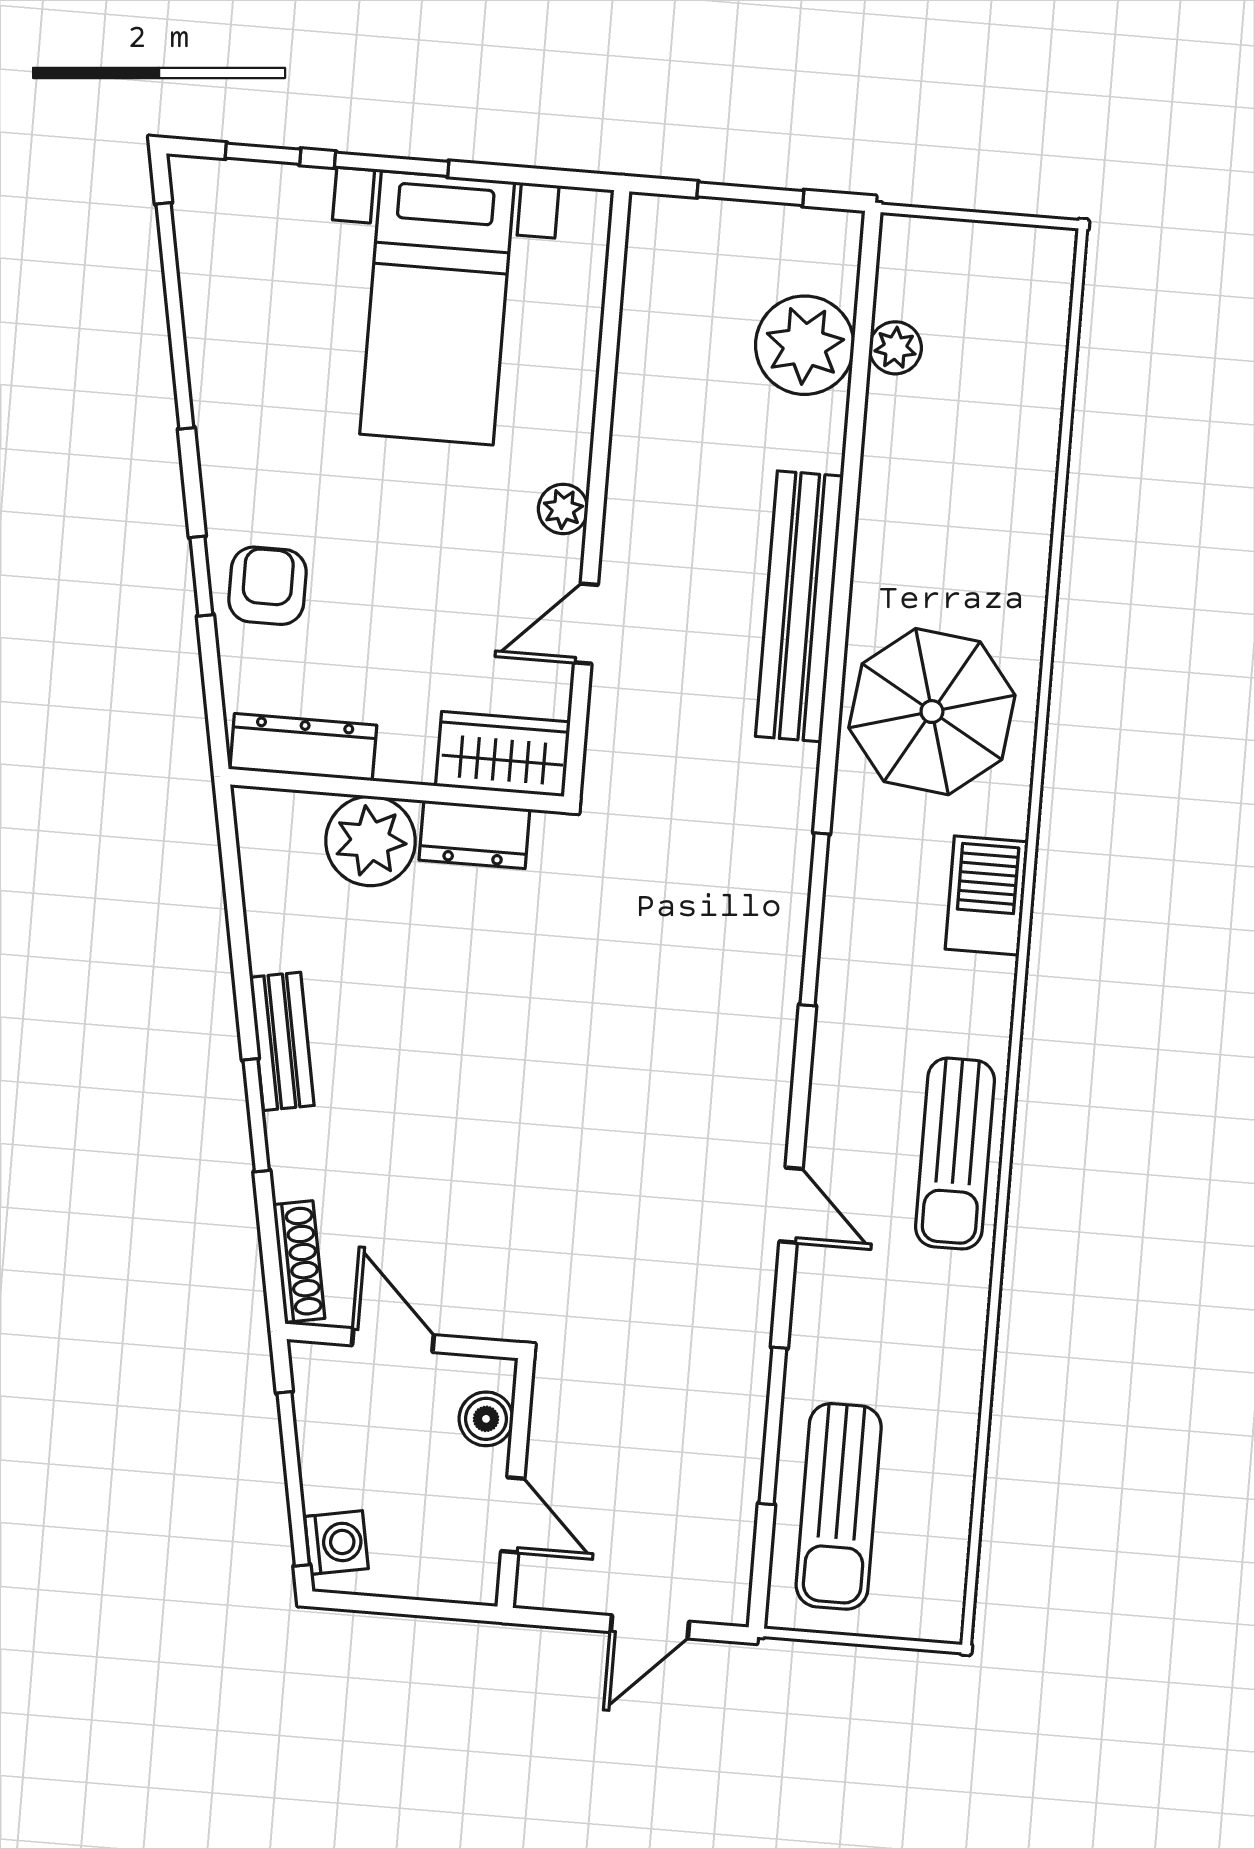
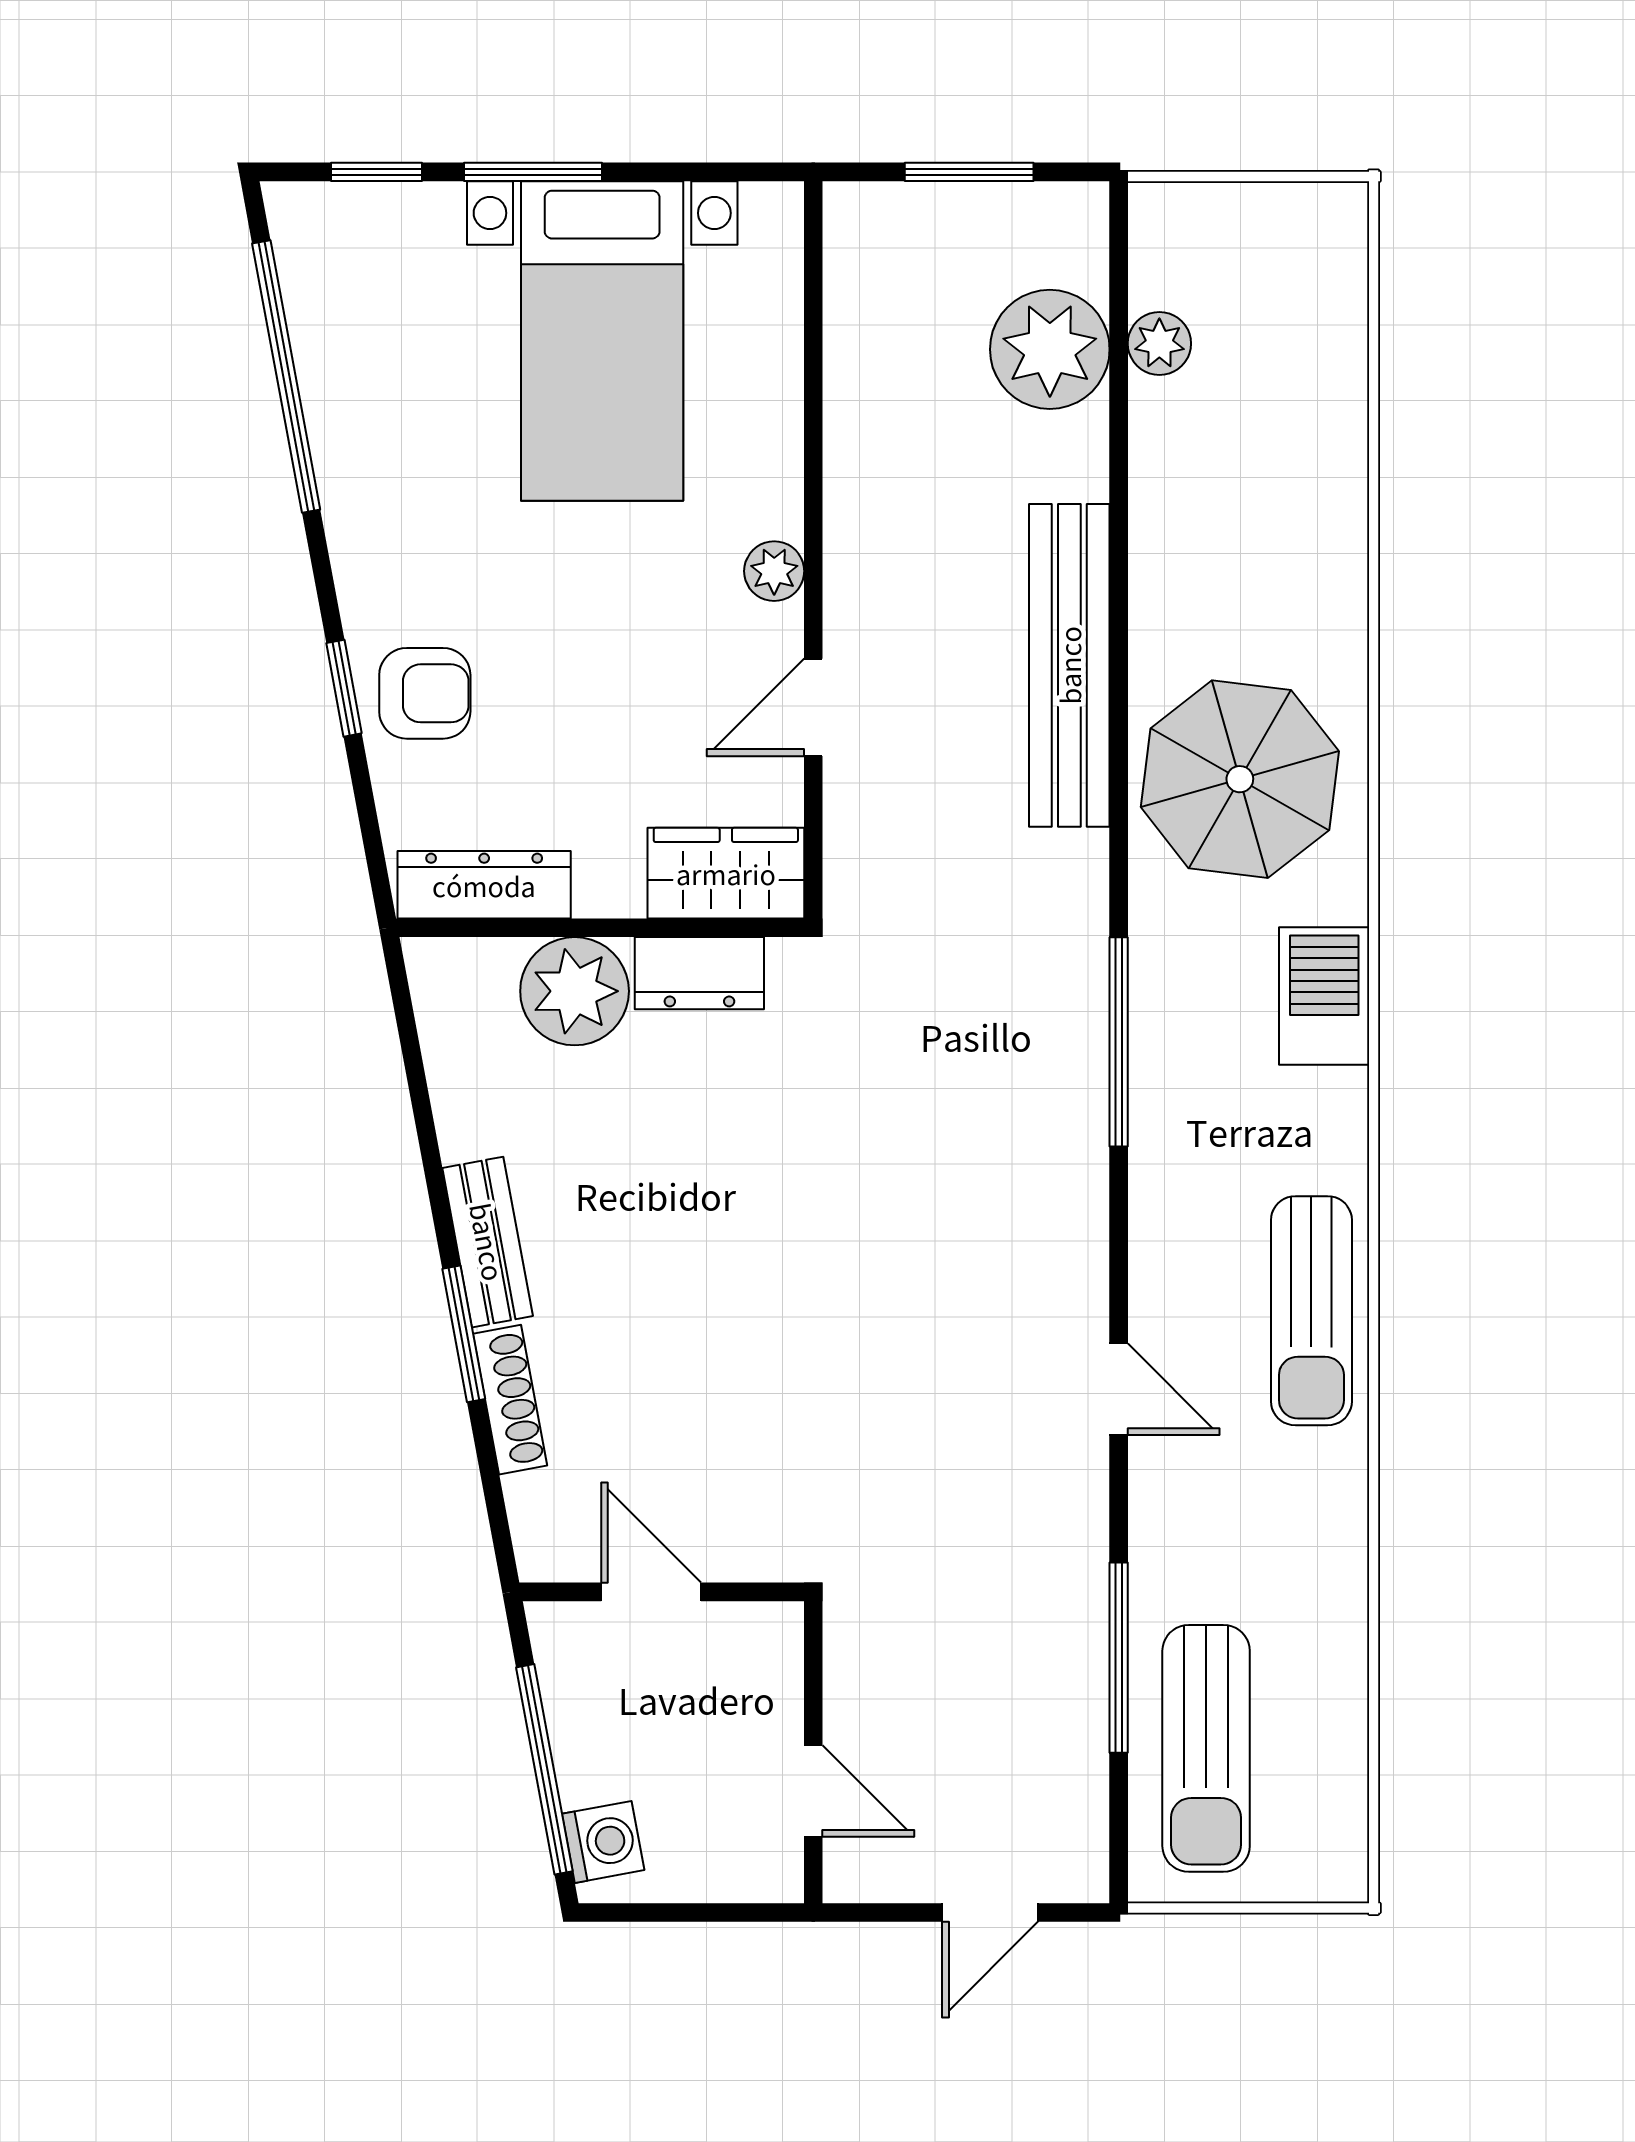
armchair: (267, 586) -> (425, 693), turned 90
shoe rack: (299, 1262) -> (510, 1400), moved
boiler: (486, 1419) -> (771, 1678), removed

